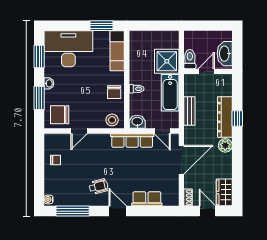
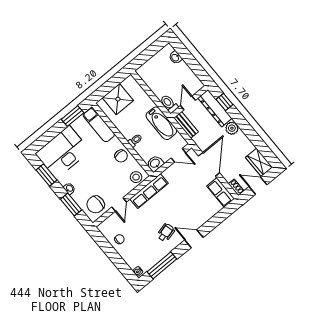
washbasin: (225, 54) -> (175, 58), width x0.52, depth x0.69
toilet: (190, 59) -> (169, 104), moved
shower: (167, 61) -> (118, 99), moved
door: (206, 71) -> (188, 103), moved
wall: (208, 71) -> (189, 102), moved
row of seats: (132, 140) -> (149, 191), moved
row of seats: (147, 199) -> (221, 192), moved, turned -90

